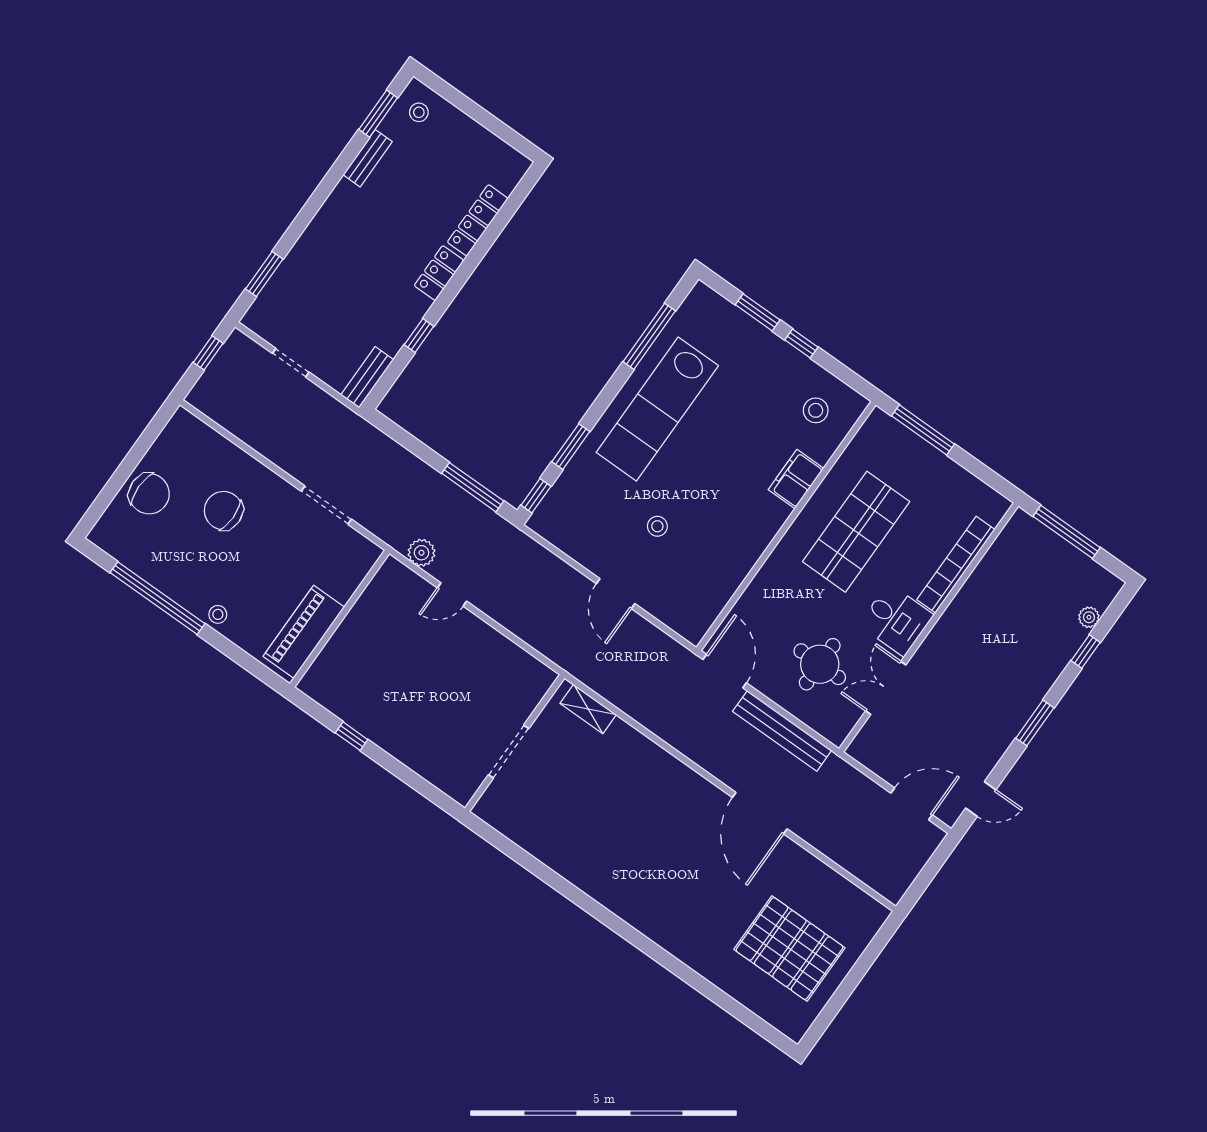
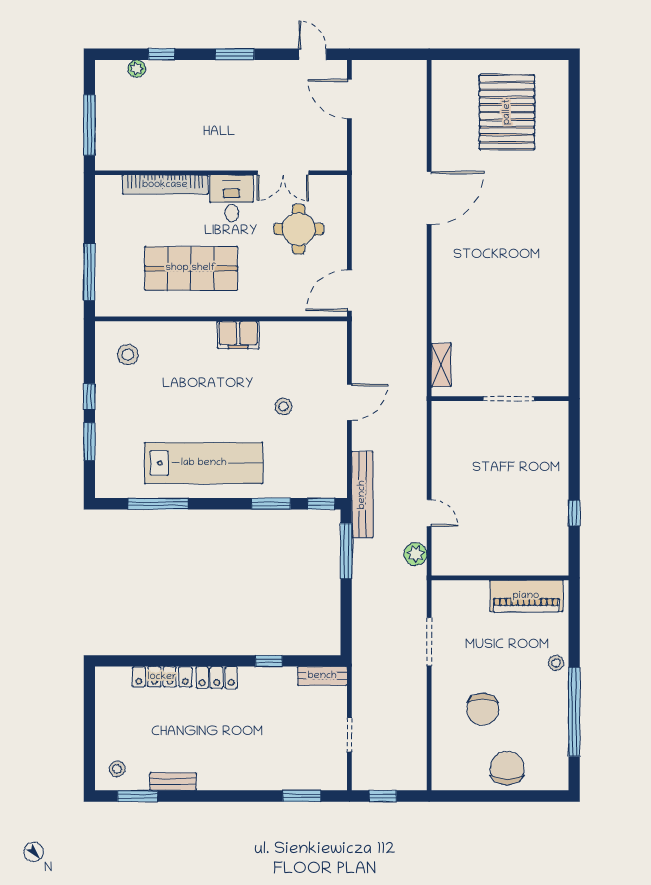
filing cabinet: (796, 479) -> (238, 335), moved
bench: (782, 731) -> (362, 495), moved

